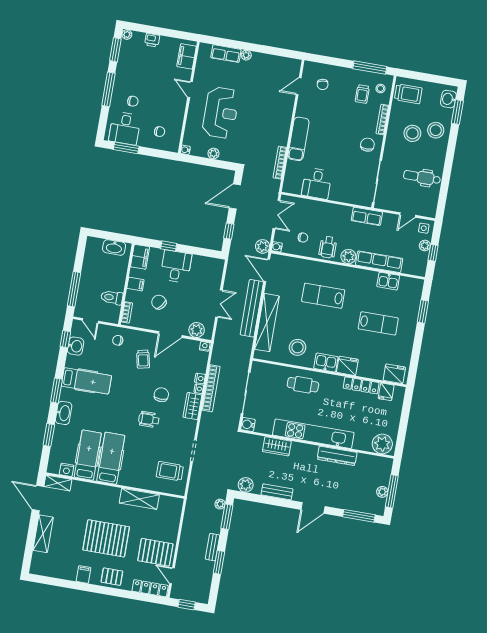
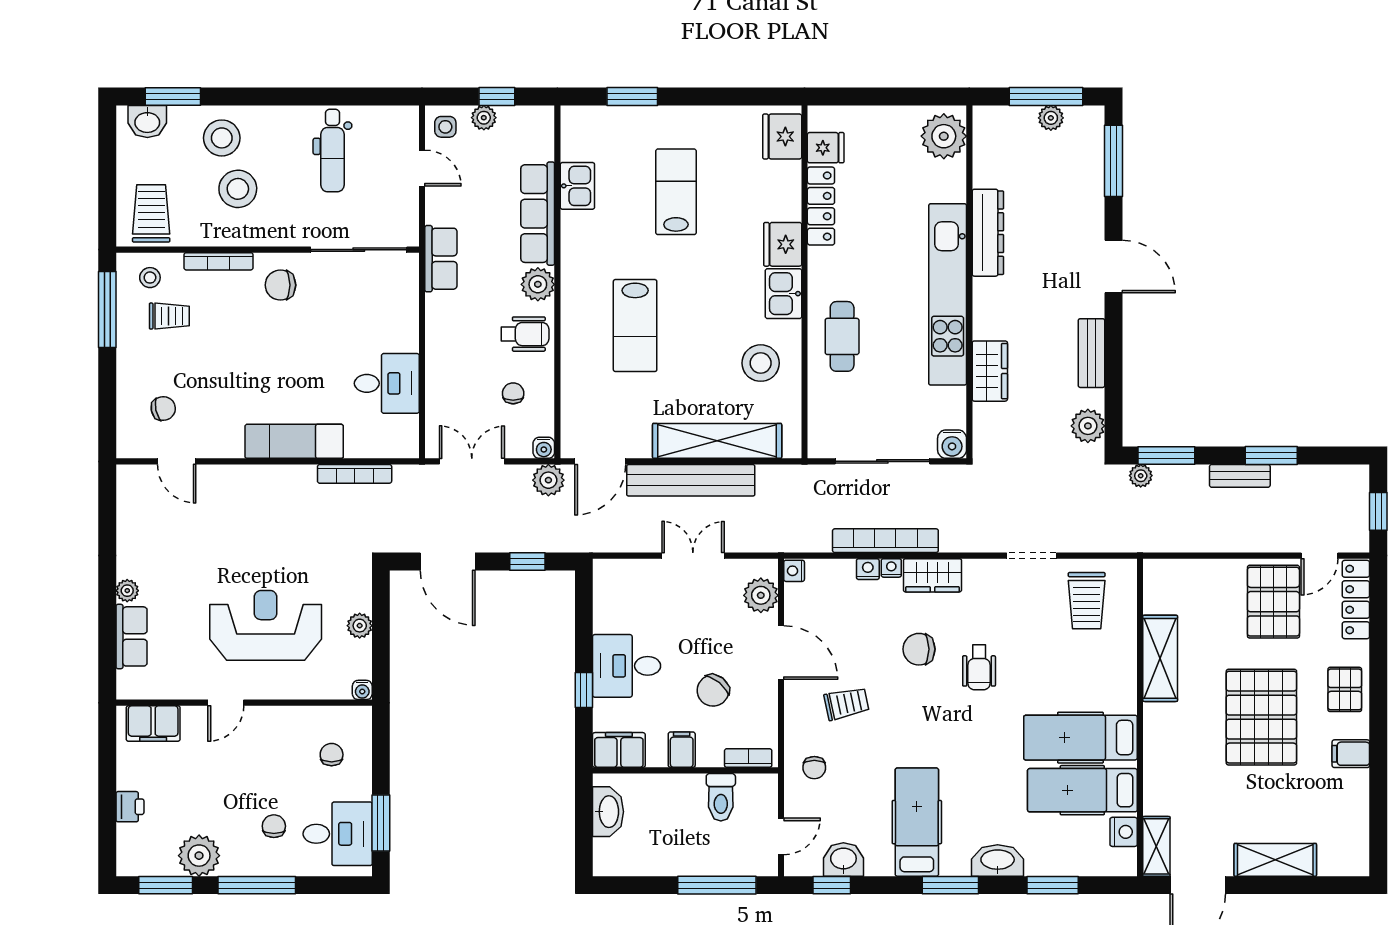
plant: (127, 34) -> (199, 856), moved, width x1.87, depth x1.87

